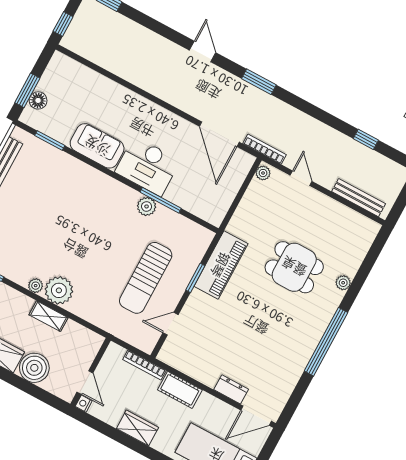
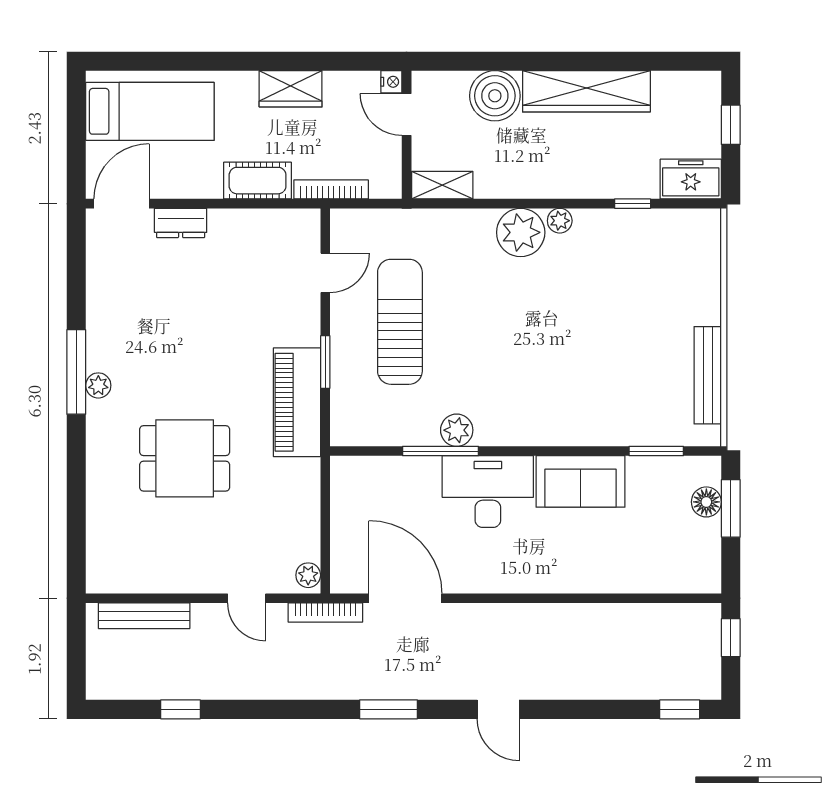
plant: (343, 283) -> (98, 385), moved
shelving: (49, 316) -> (442, 185), moved
window: (326, 342) -> (76, 372), width x0.68

